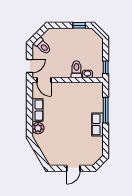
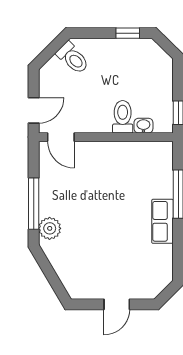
toilet: (43, 46) -> (73, 58), moved
row of seats: (38, 110) -> (49, 194), removed
window: (30, 115) -> (34, 204), added

